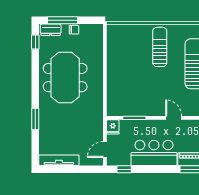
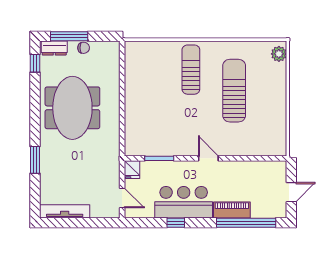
door: (105, 150) -> (122, 198), swing flipped
window: (124, 169) -> (176, 223), moved

